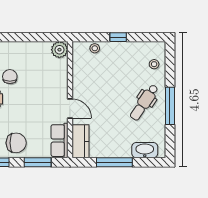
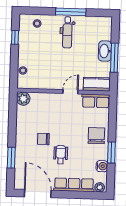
window: (118, 37) -> (15, 37), moved
dental chair: (144, 102) -> (67, 32), turned 56
washbasin: (145, 150) -> (105, 51), moved
window: (38, 162) -> (112, 119), removed

